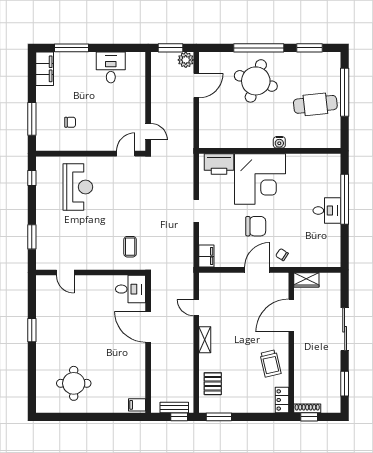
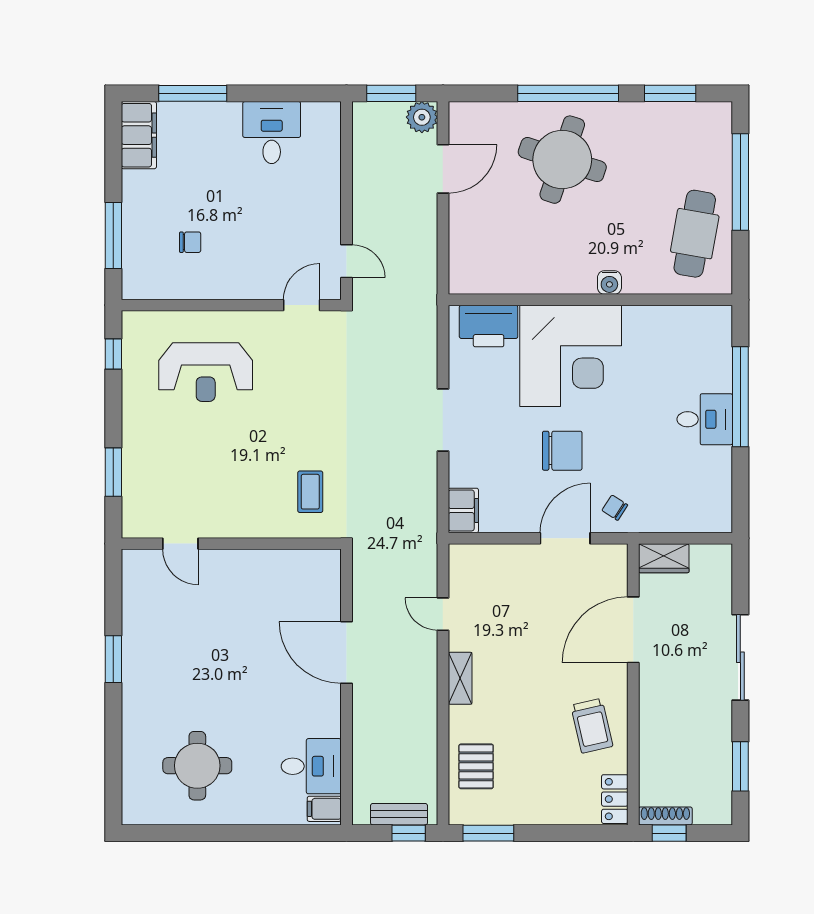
cafe table: (315, 104) -> (695, 234), moved, turned -74
reception desk: (78, 187) -> (206, 372), turned 90
doorway: (196, 211) -> (443, 420), width x1.38
desk: (131, 289) -> (311, 766), moved

